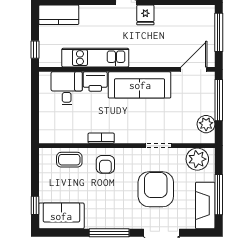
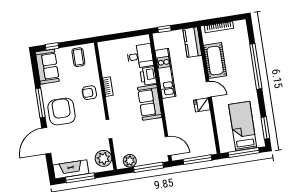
sofa: (140, 85) -> (150, 102), width x0.73
coffee table: (69, 160) -> (78, 57), moved
armchair: (156, 189) -> (62, 112), moved, turned -90

